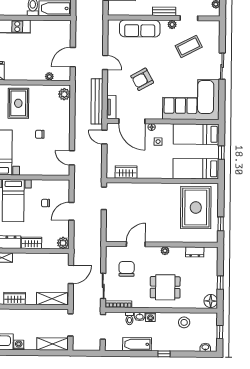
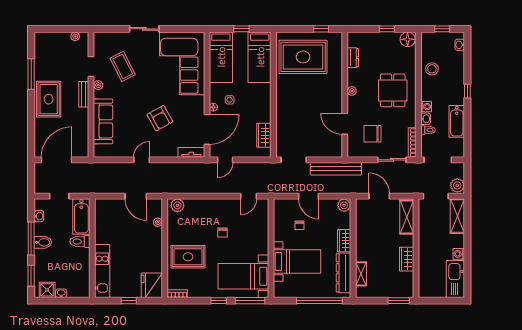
bench: (97, 101) -> (336, 169), moved
plant: (80, 344) -> (457, 185), added

